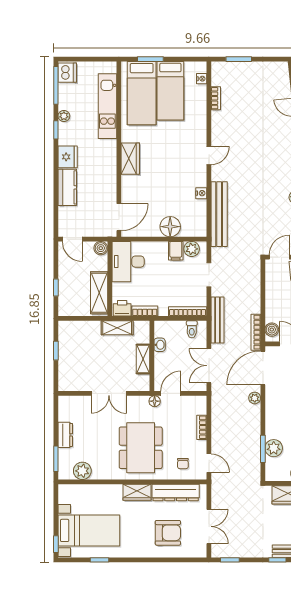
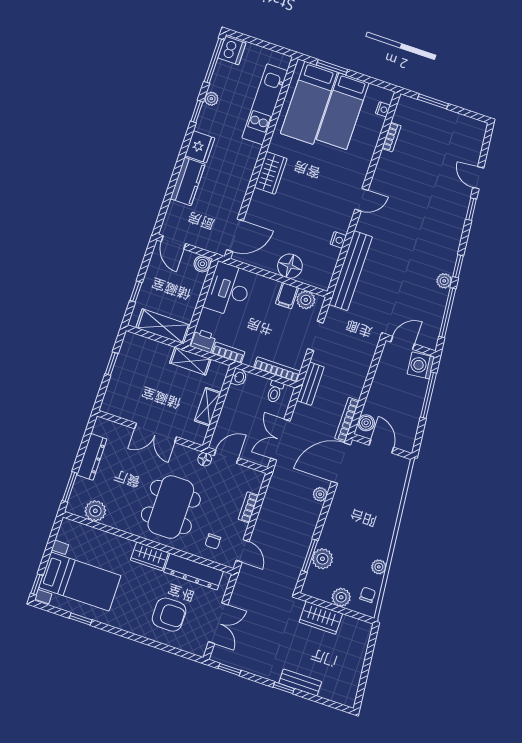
shelving: (99, 293) -> (163, 326), moved, turned 90
bench: (218, 320) -> (310, 384), width x0.73
washbasin: (160, 345) -> (239, 377), moved
dresser: (65, 435) -> (92, 457), width x1.44

